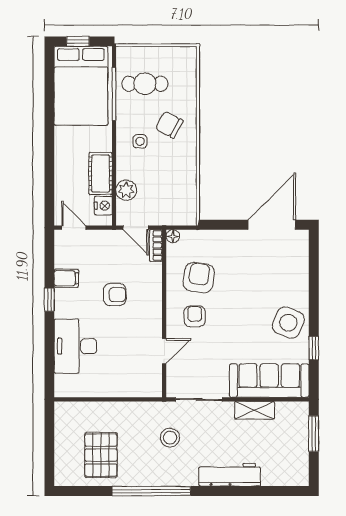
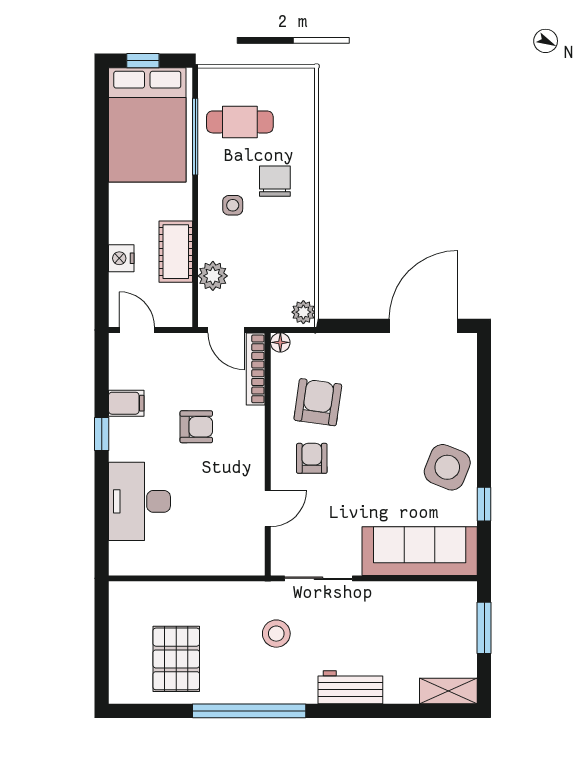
chair: (169, 125) -> (275, 181), turned 62
nightstand: (103, 206) -> (121, 258), moved, turned 180
plant: (189, 215) -> (303, 312), added
bookcase: (156, 246) -> (256, 369), width x1.56
shelving: (254, 410) -> (448, 691), moved
workbench: (230, 475) -> (350, 687), width x0.73

